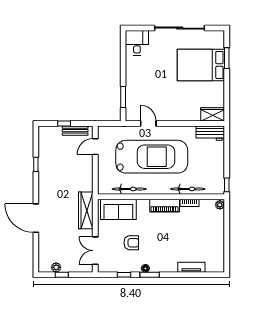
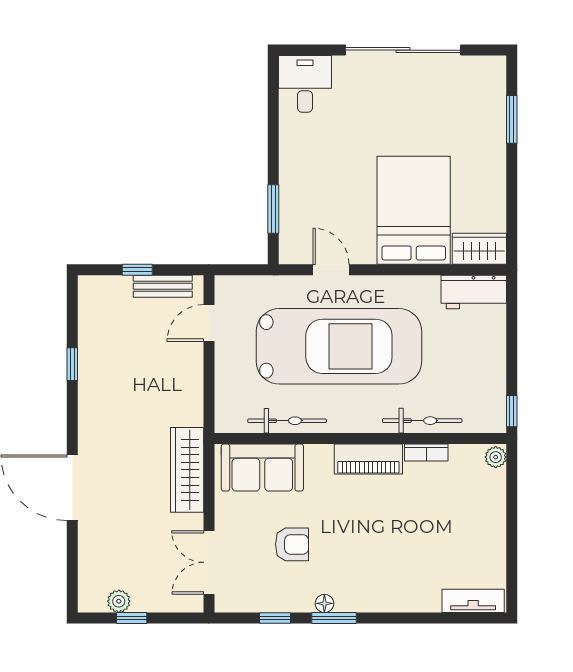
bed: (201, 65) -> (414, 210), moved, turned 90
tv unit: (191, 267) -> (473, 601), moved

